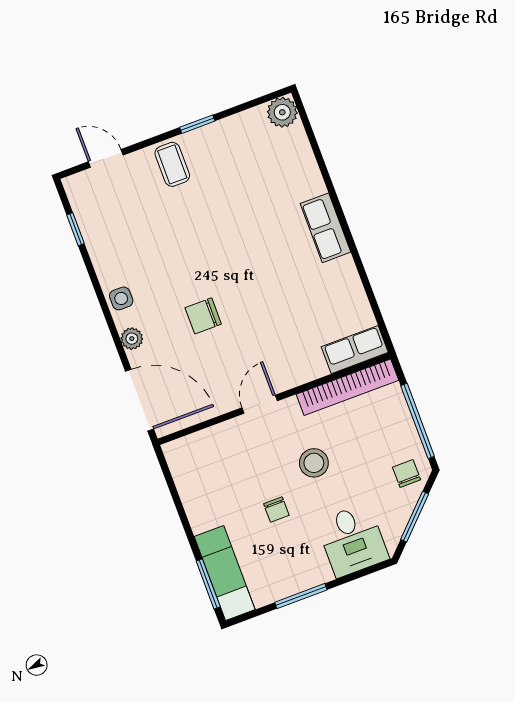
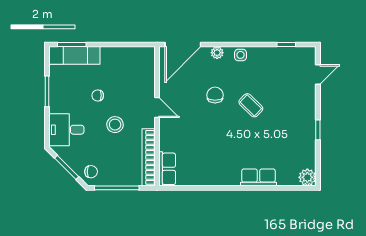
coffee table: (172, 164) -> (251, 105), moved, turned 44
row of seats: (326, 228) -> (258, 177), moved

